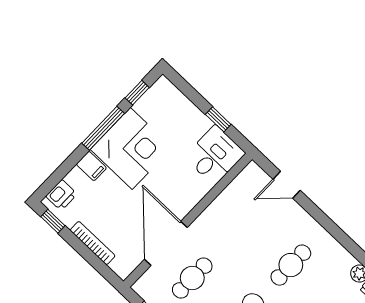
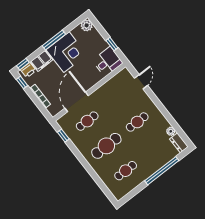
plant: (163, 90) -> (87, 25), added
window: (137, 93) -> (23, 64), moved
filing cabinet: (91, 166) -> (42, 61), width x2.00
door: (287, 185) -> (141, 82), swing flipped

